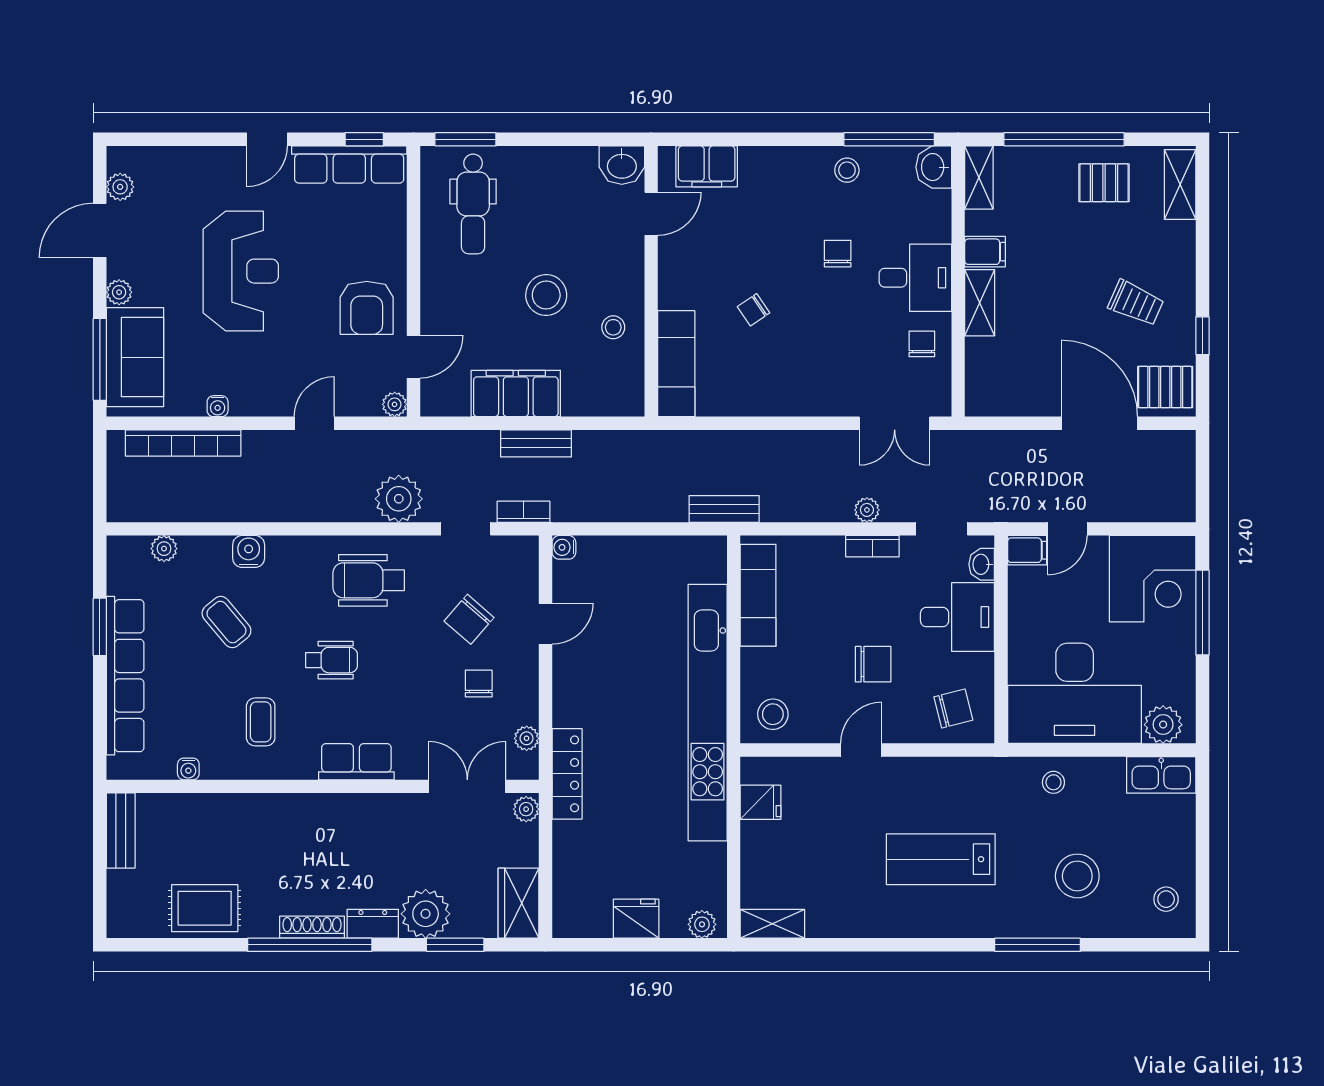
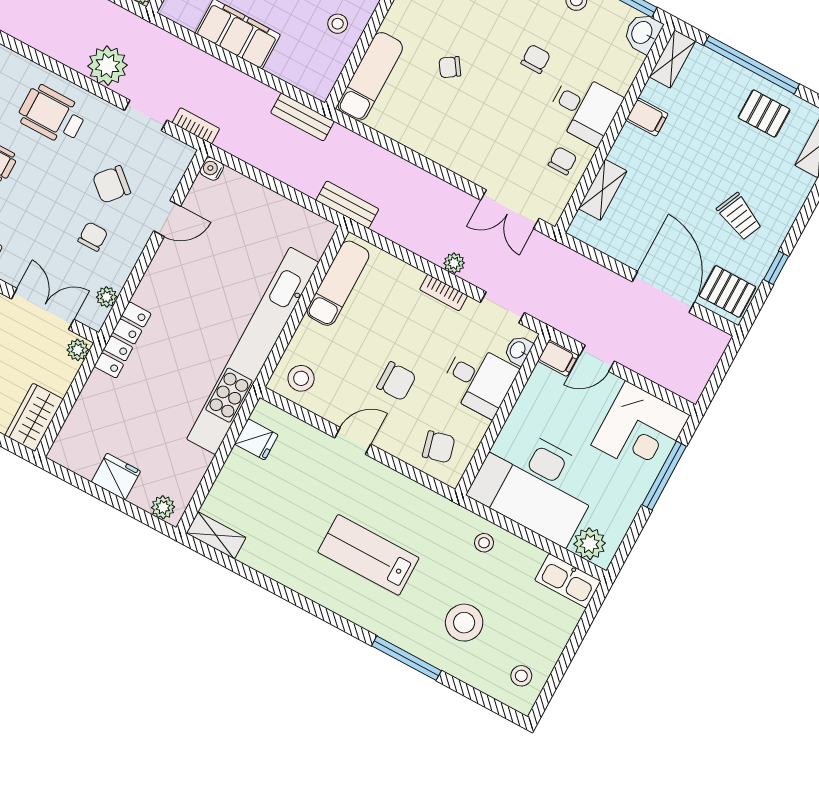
shelving: (980, 303) -> (603, 190), moved
bench: (536, 443) -> (302, 117), moved

